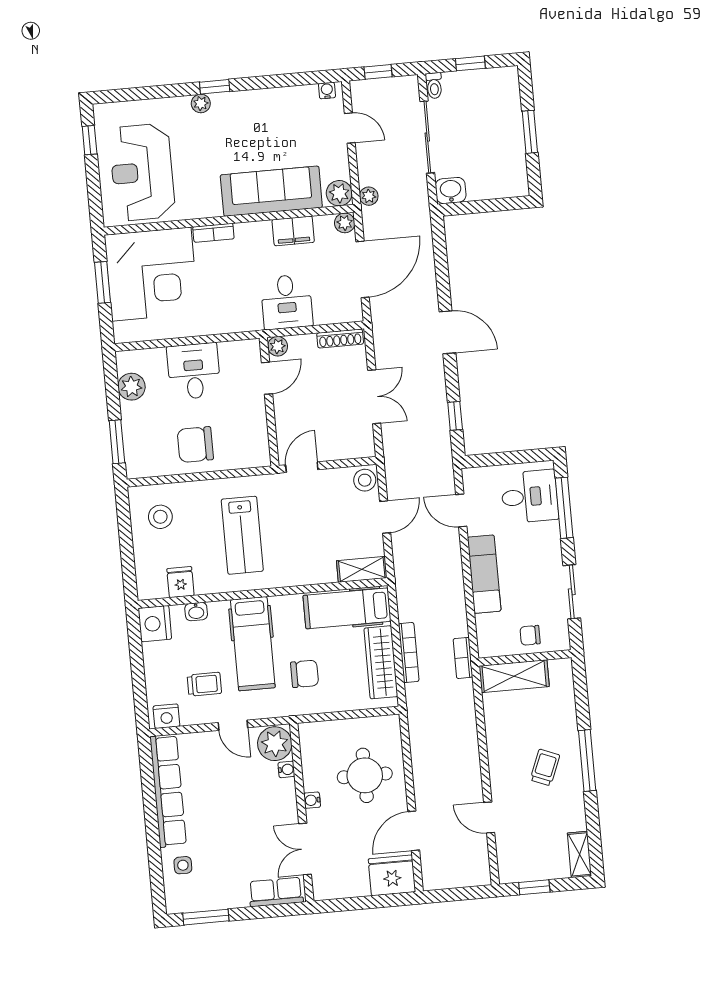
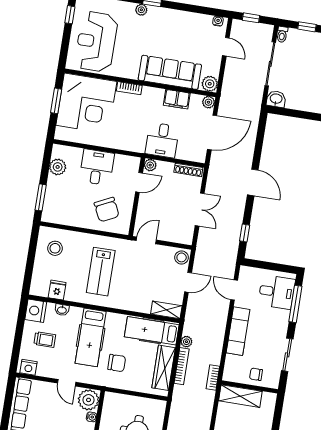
plant: (369, 196) -> (186, 342), moved
chair: (195, 445) -> (107, 210), moved, turned -116
trolley: (204, 684) -> (45, 340), moved

